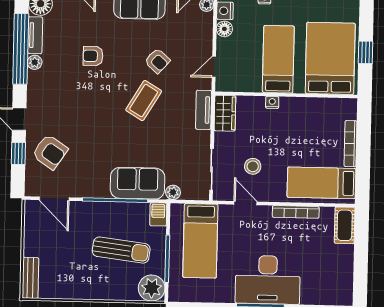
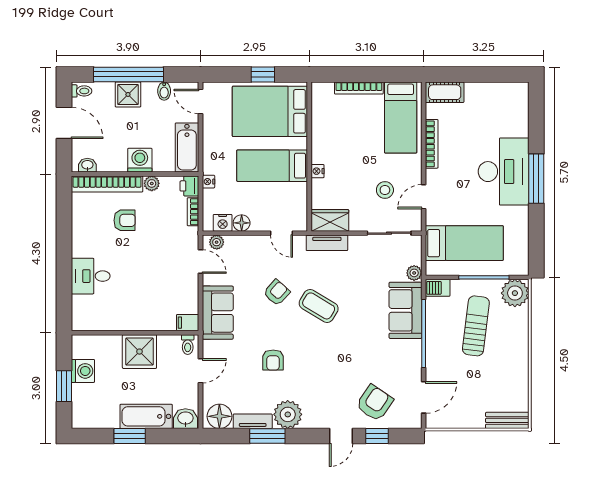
window: (21, 49) -> (267, 436), width x0.47
plant: (35, 62) -> (288, 414), width x1.88, depth x1.88

